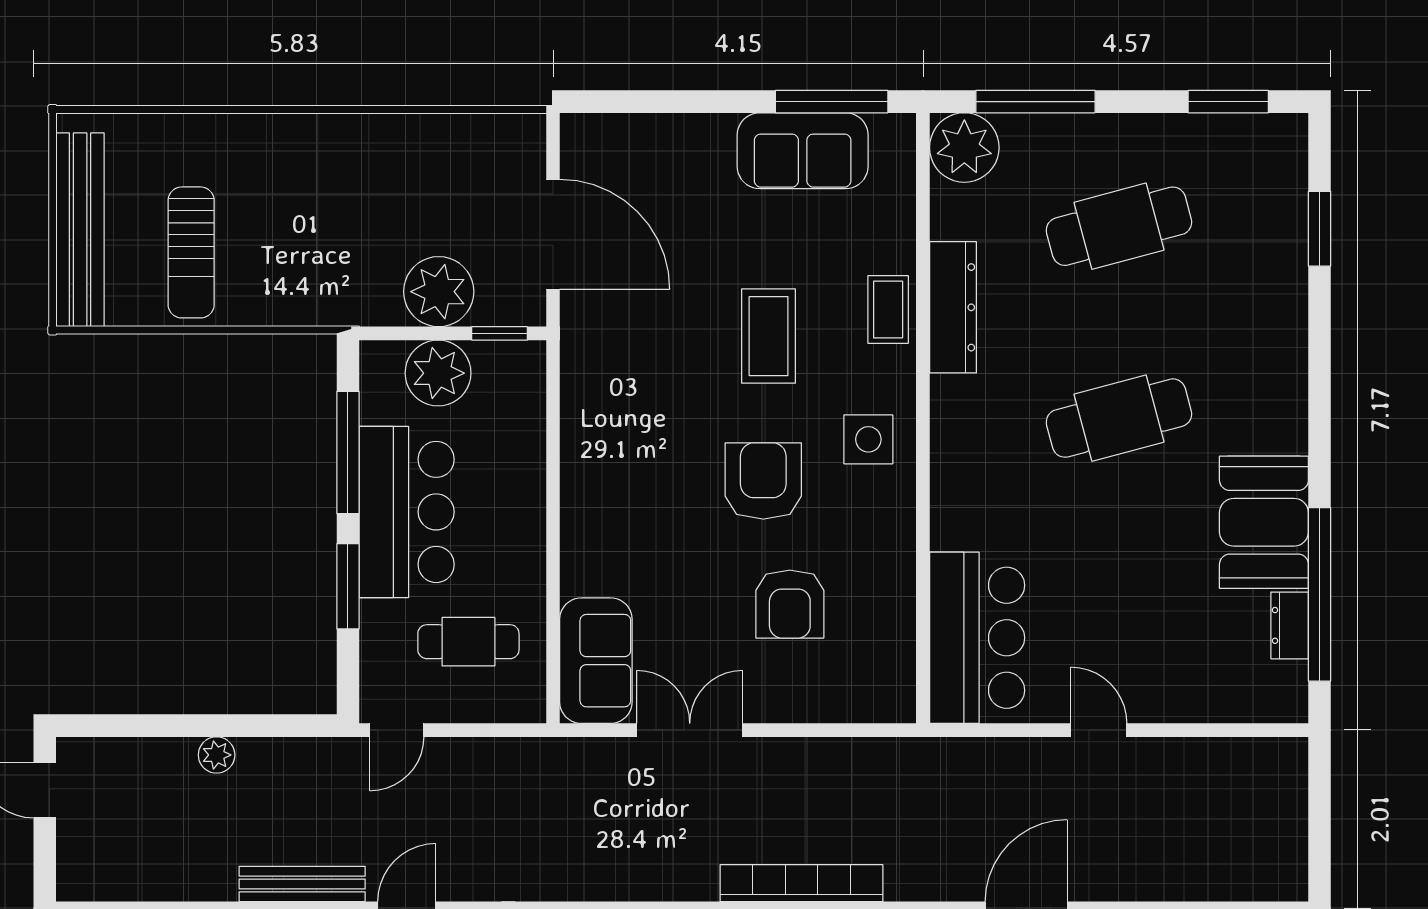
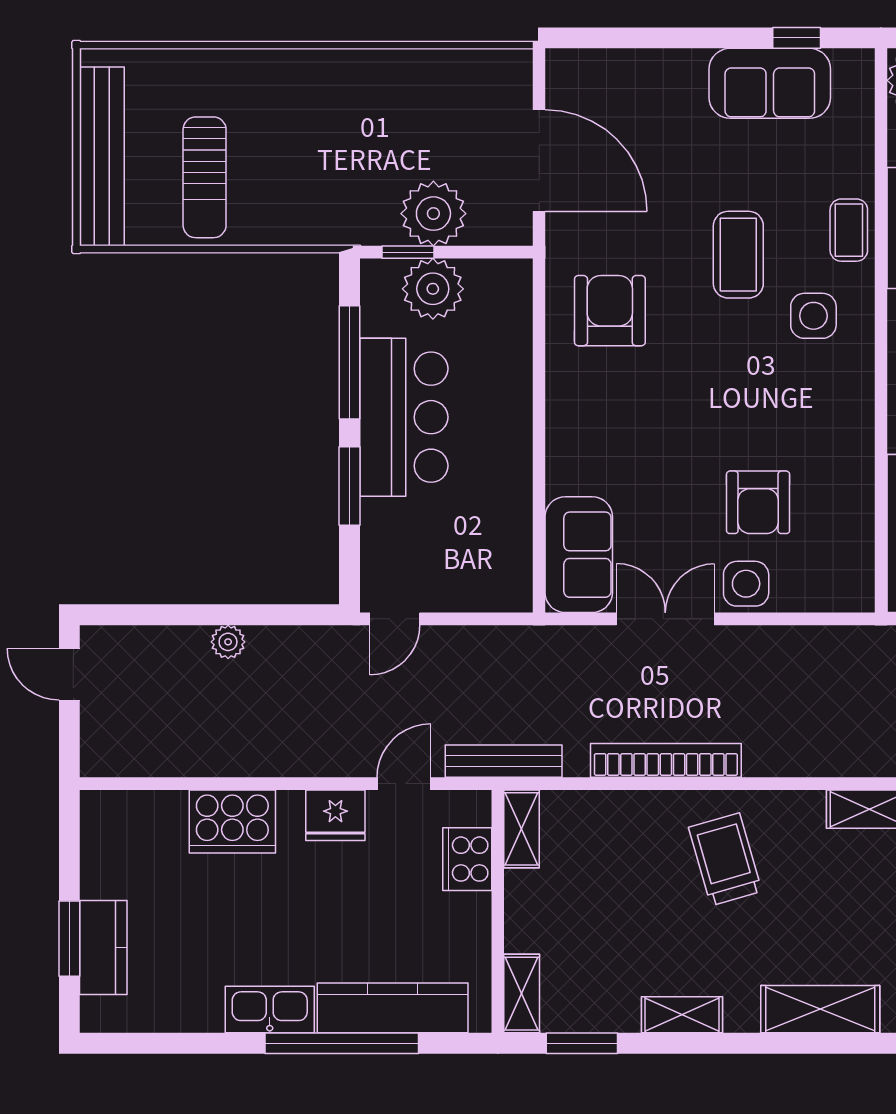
window: (832, 102) -> (797, 38), width x0.46
window: (500, 333) -> (408, 252), moved
side table: (868, 439) -> (813, 316), moved
armchair: (763, 481) -> (610, 311), moved
cafe table: (468, 642) -> (461, 537), removed
side table: (777, 692) -> (746, 584), added
bookcase: (801, 883) -> (666, 760), moved
bench: (302, 884) -> (504, 761), moved

